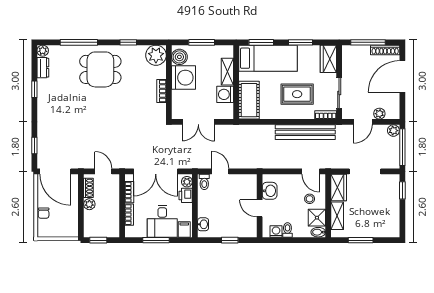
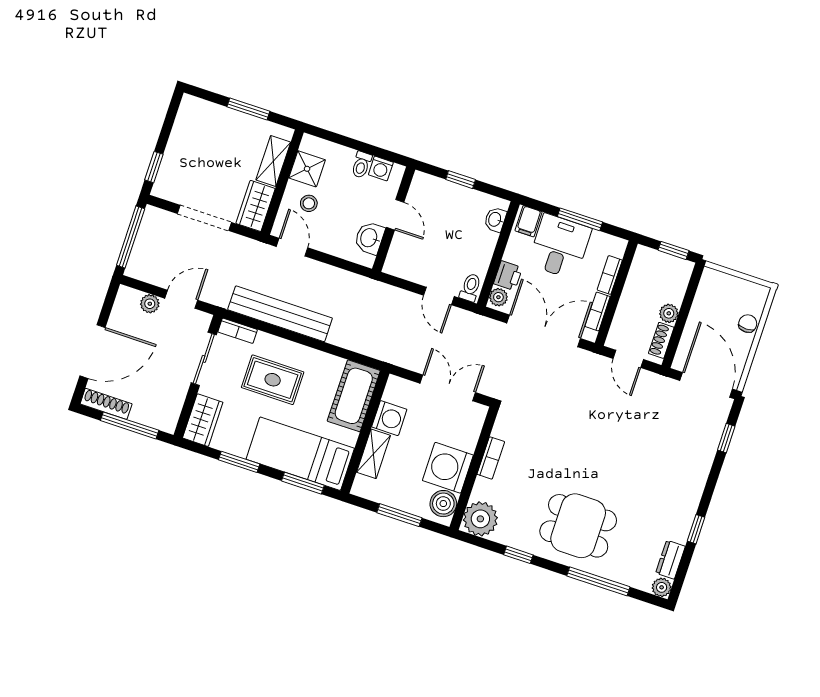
plant: (393, 131) -> (136, 269), removed
bidet: (318, 232) -> (313, 145), removed

